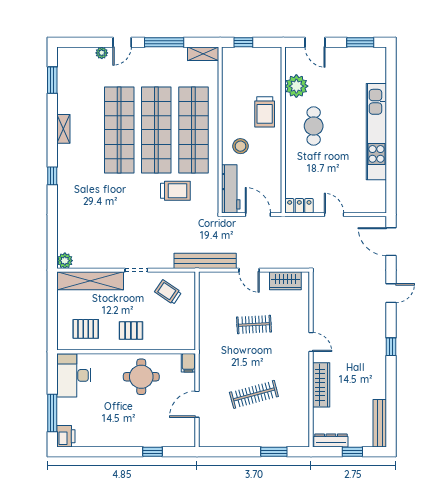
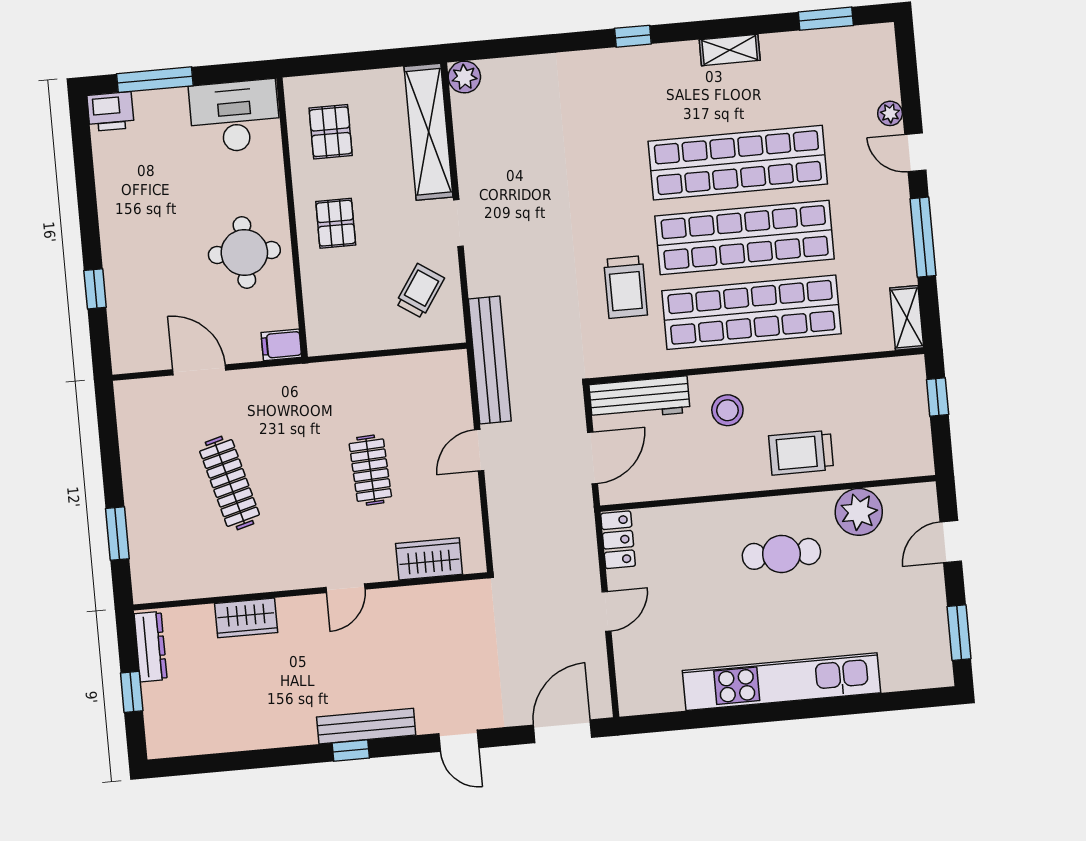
wardrobe: (285, 281) -> (429, 559), moved, turned 90
wardrobe: (321, 385) -> (246, 618), width x0.67
bench: (380, 423) -> (366, 726), moved

